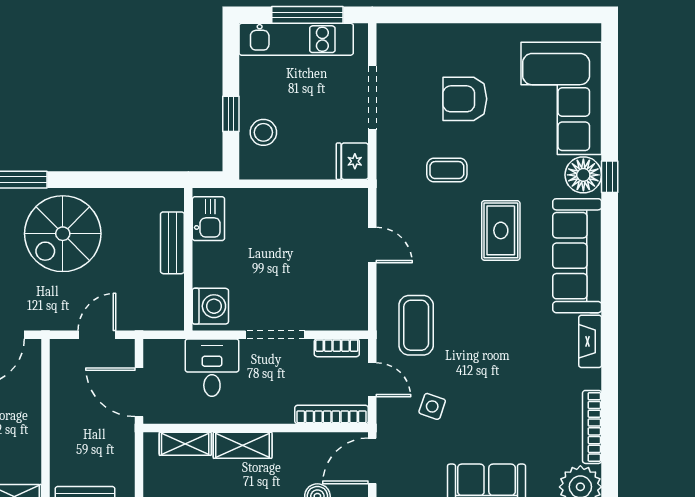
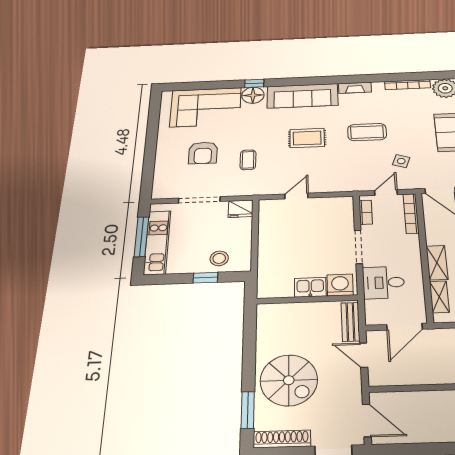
kitchen sink: (208, 219) -> (310, 287), moved
rug: (501, 230) -> (307, 138), moved
bench: (172, 243) -> (350, 322), moved, turned 90
coffee table: (416, 325) -> (367, 132), moved

